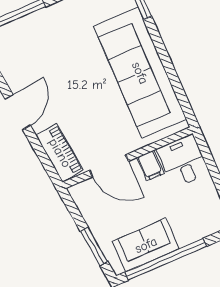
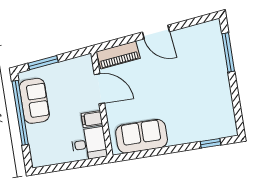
sofa: (140, 73) -> (142, 136), width x0.54, depth x0.79
door: (109, 166) -> (99, 89), swing flipped

